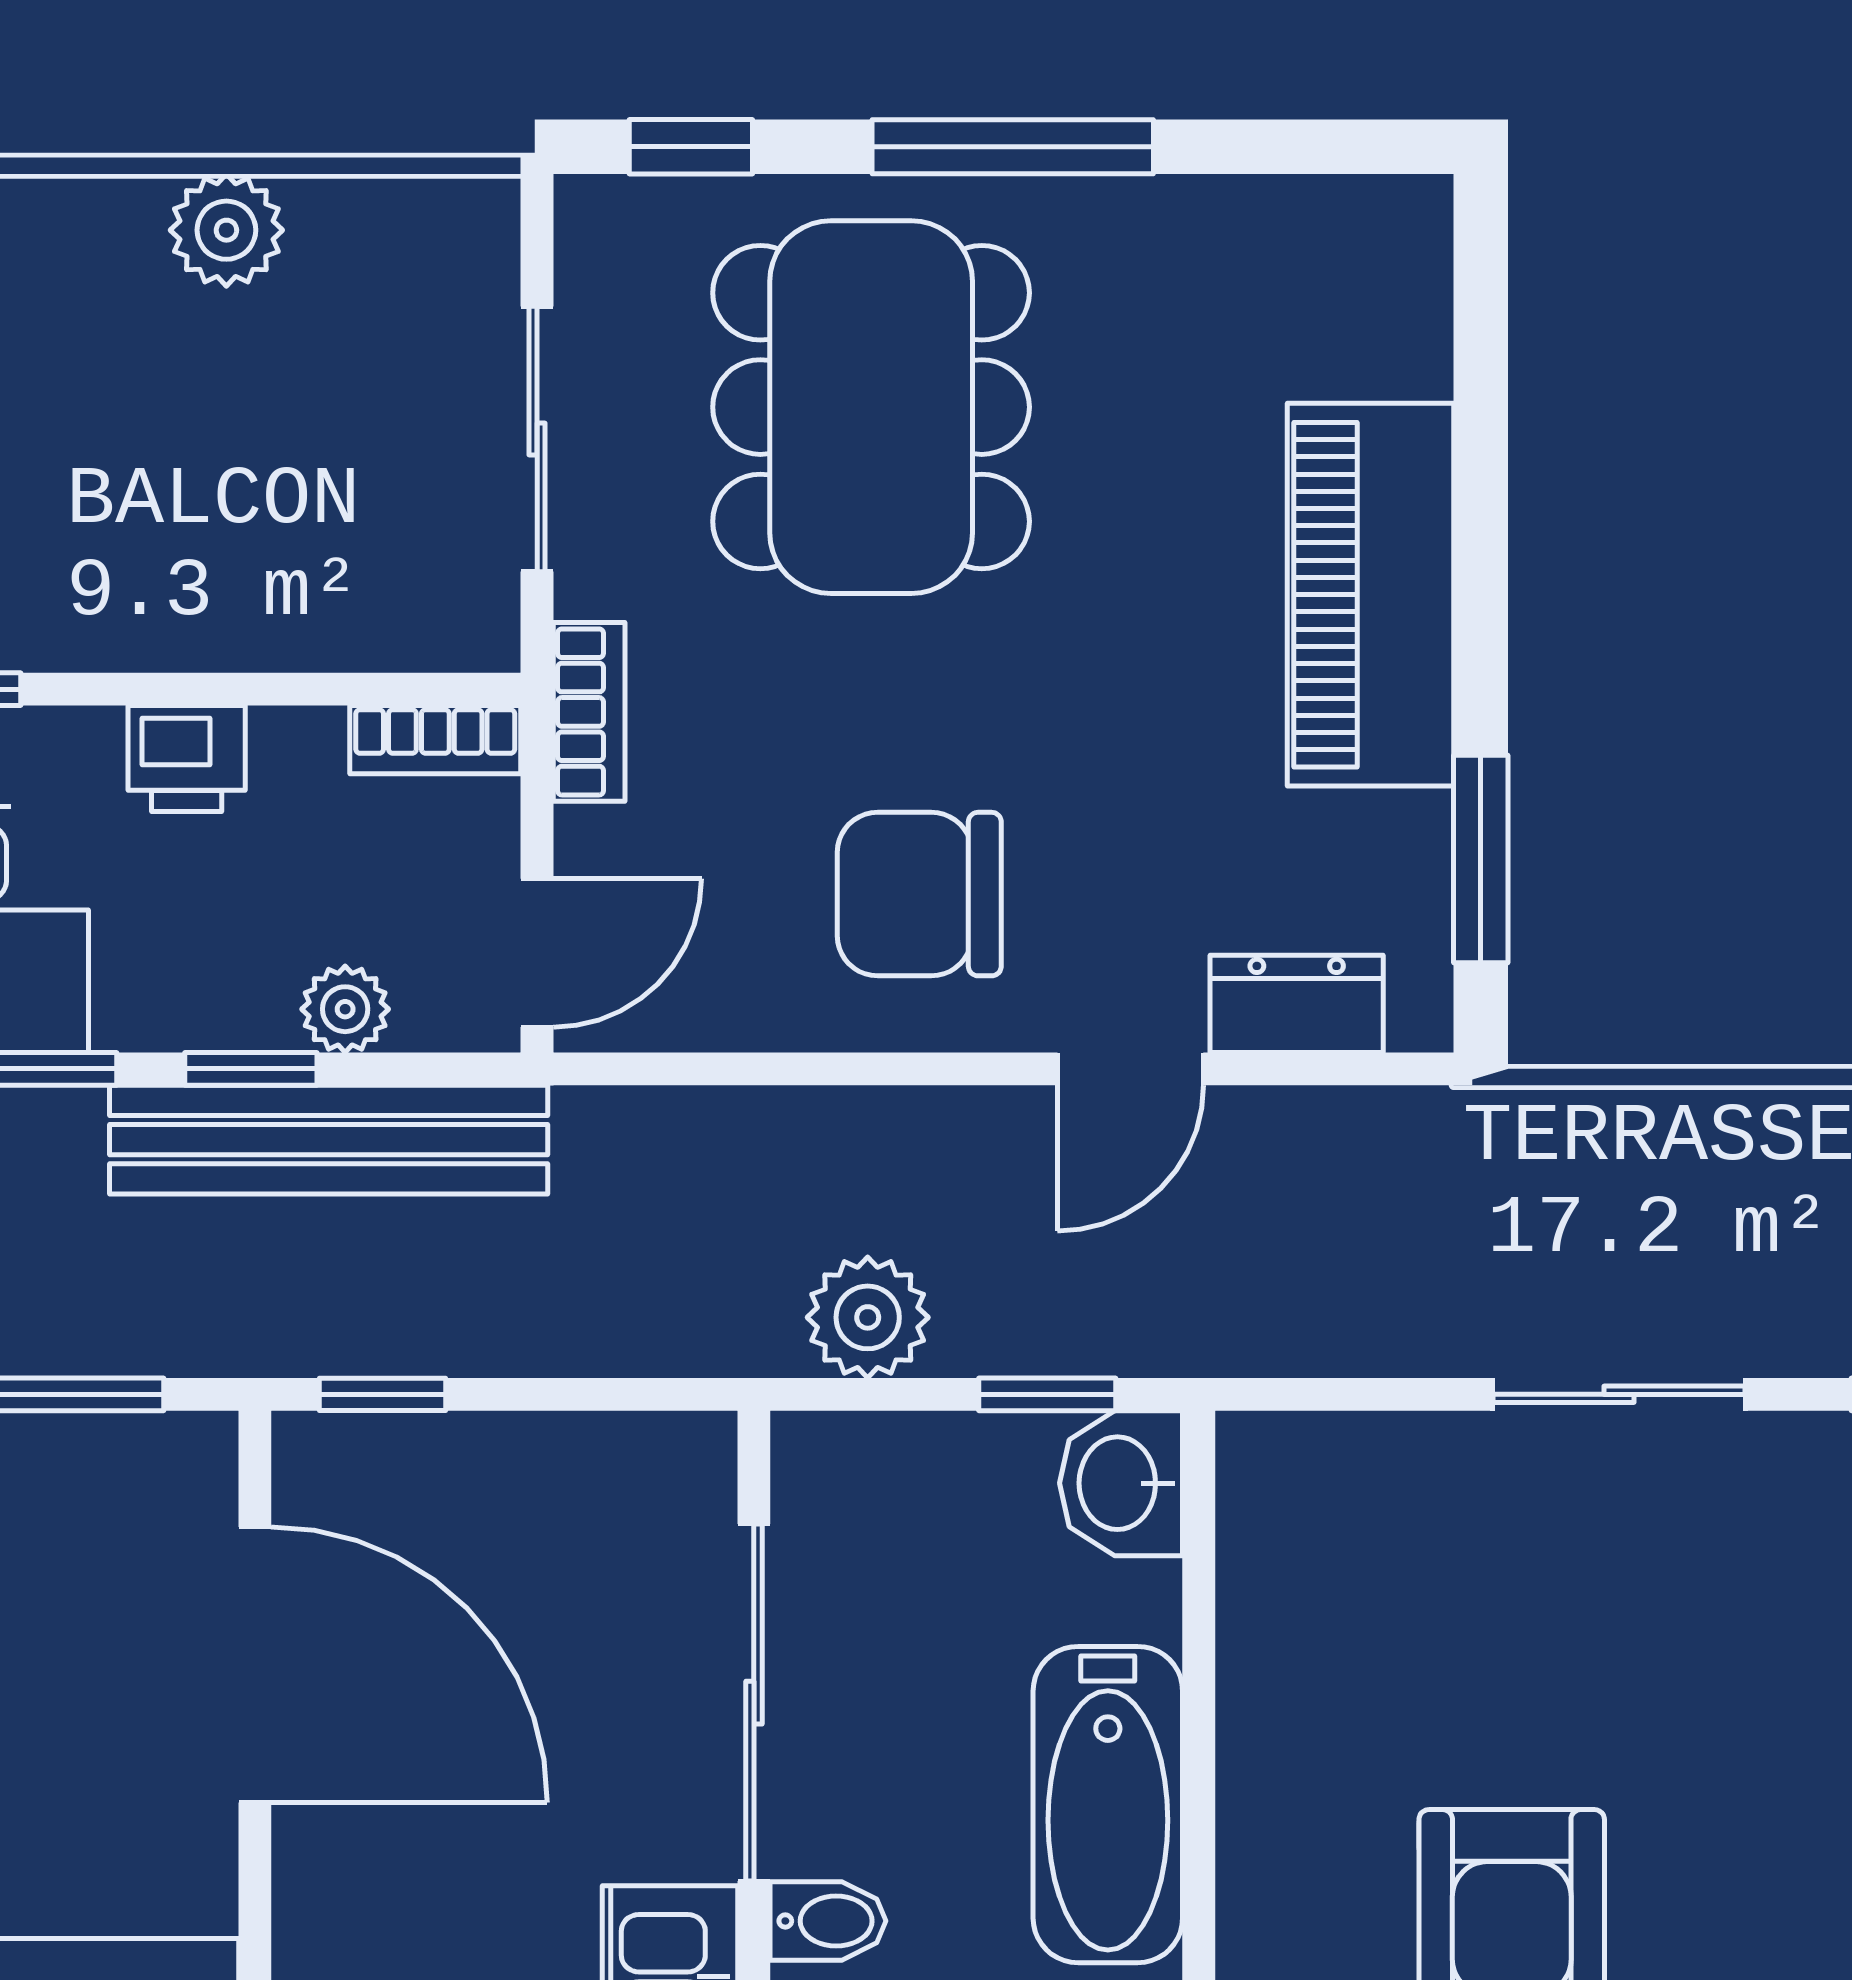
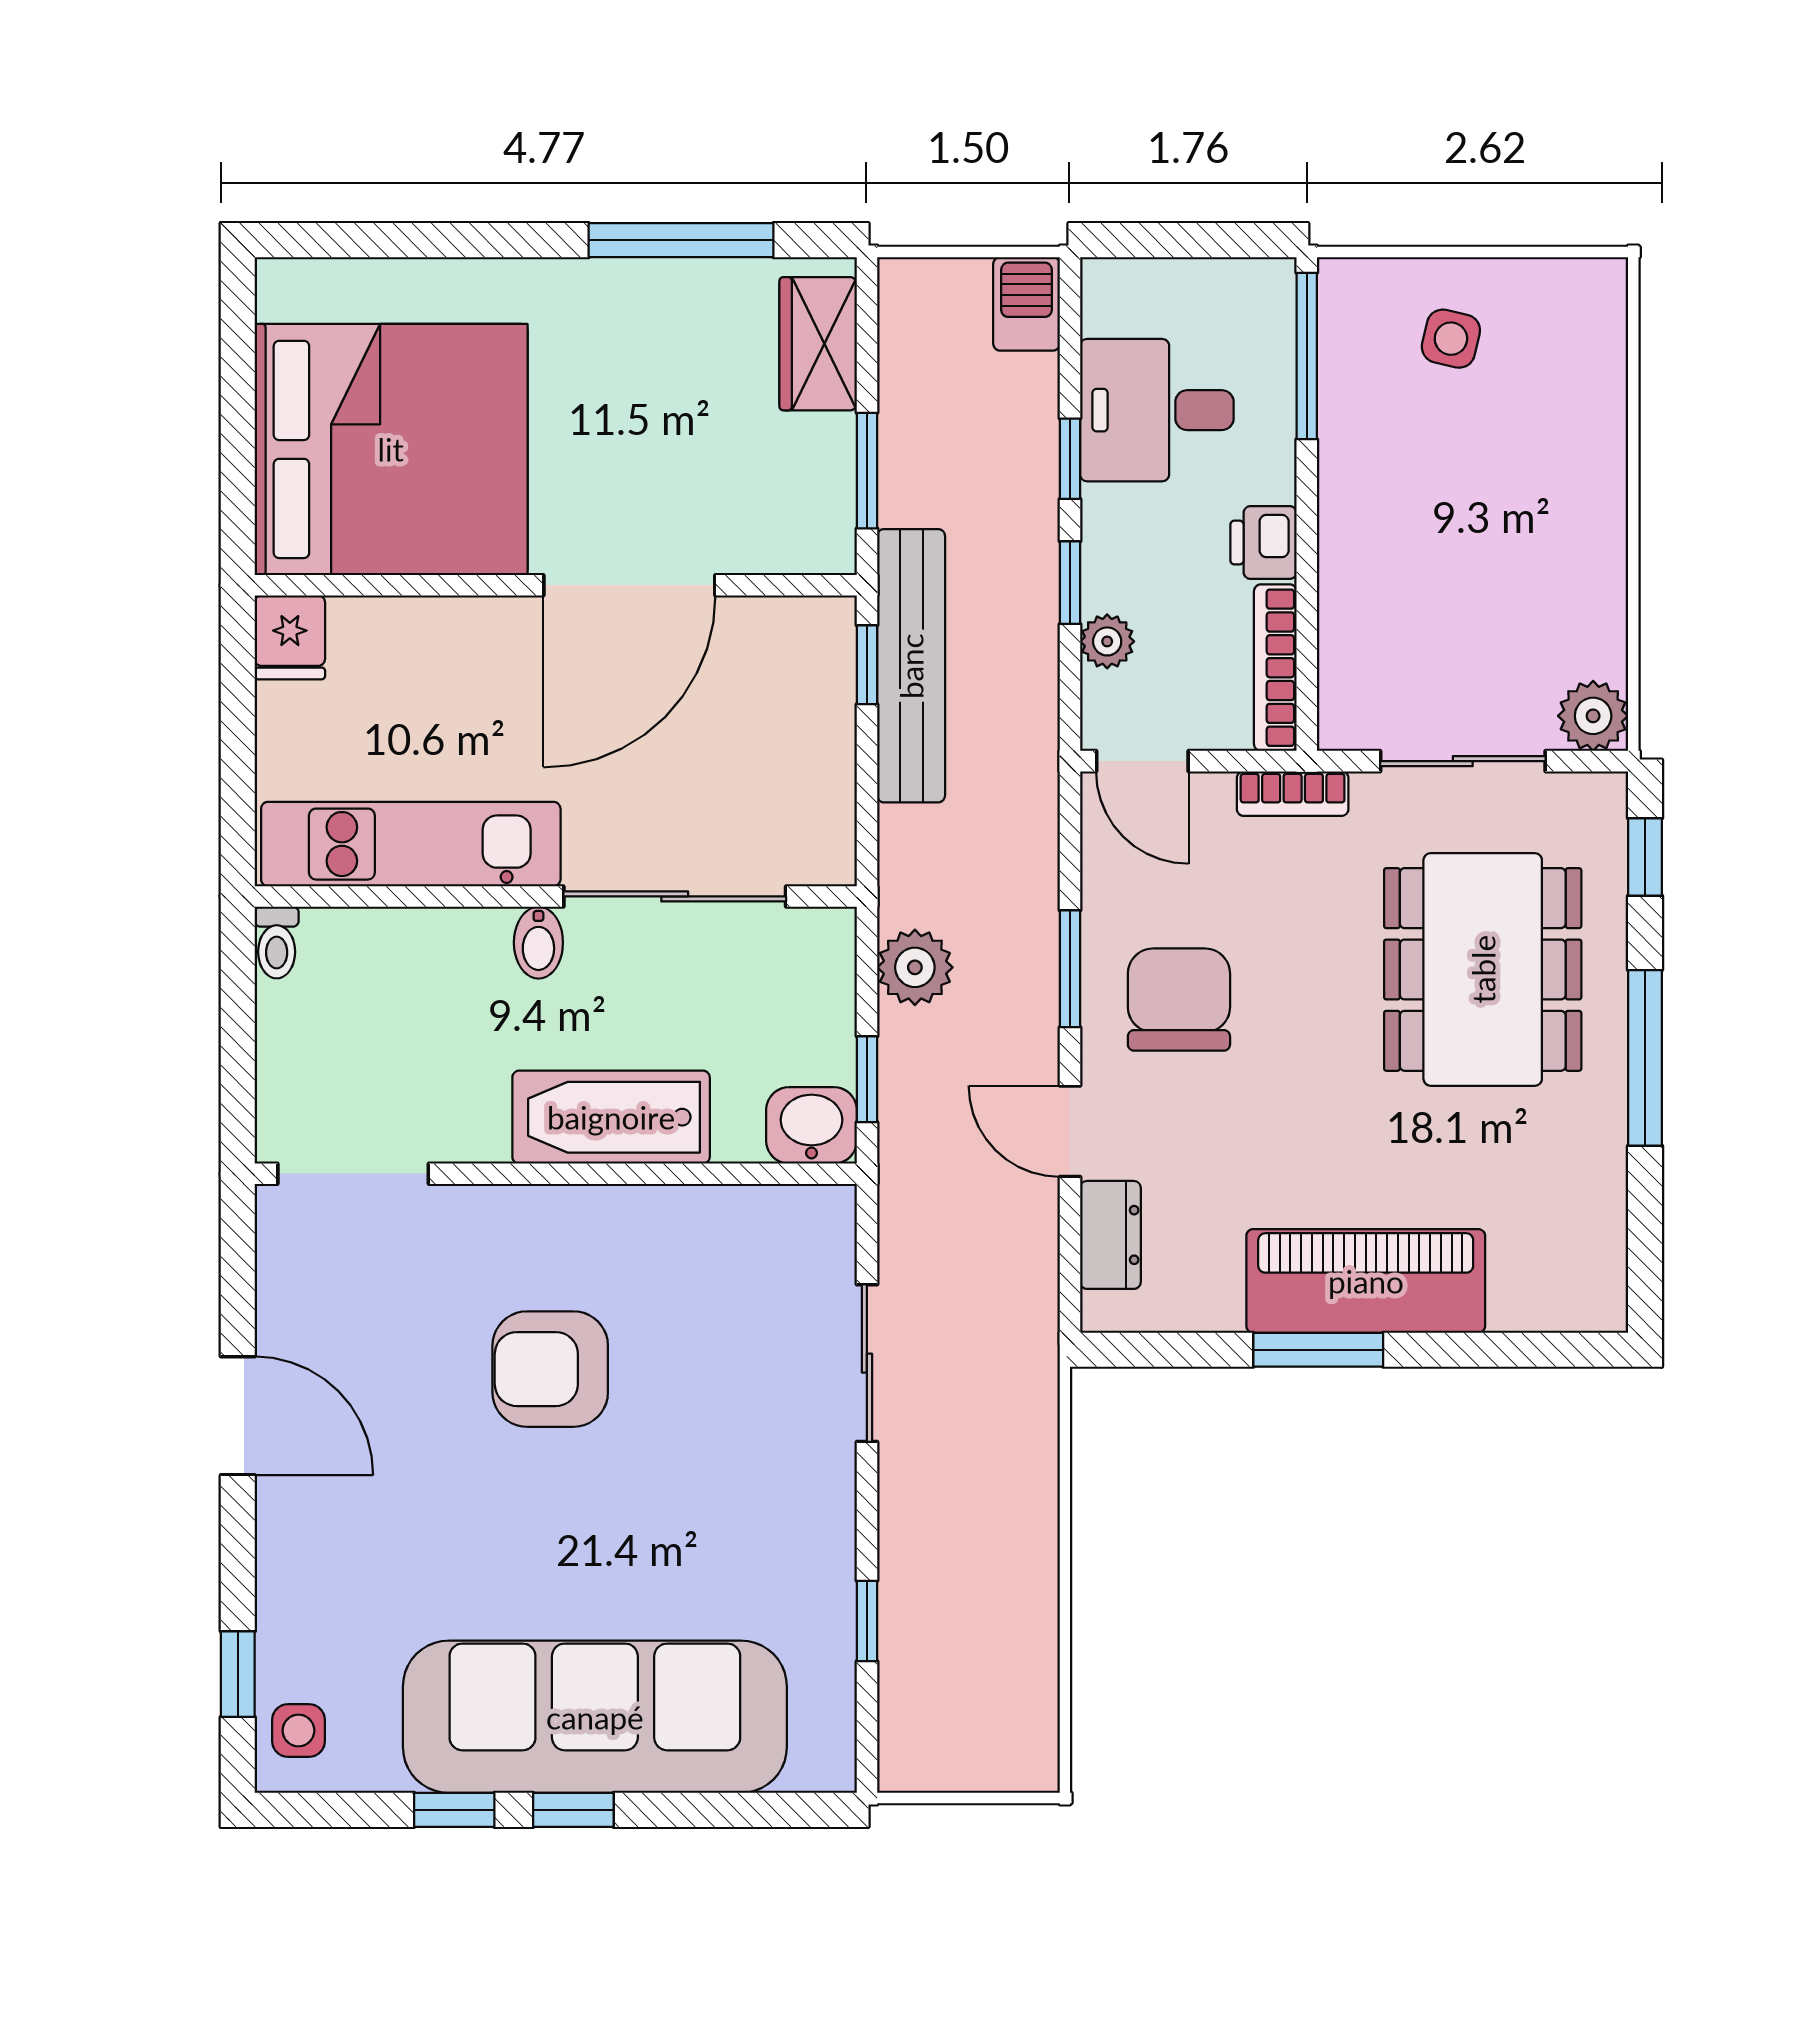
plant: (226, 230) -> (1593, 716), moved
dining table: (871, 407) -> (1483, 969), turned 90
bookcase: (435, 740) -> (1275, 668), width x1.56
window: (1481, 859) -> (1318, 1350), moved
window: (870, 1069) -> (1070, 969), added
bench: (329, 1140) -> (911, 666), moved
sliding door: (1619, 1394) -> (867, 1363), moved
door: (255, 1665) -> (629, 585), moved

